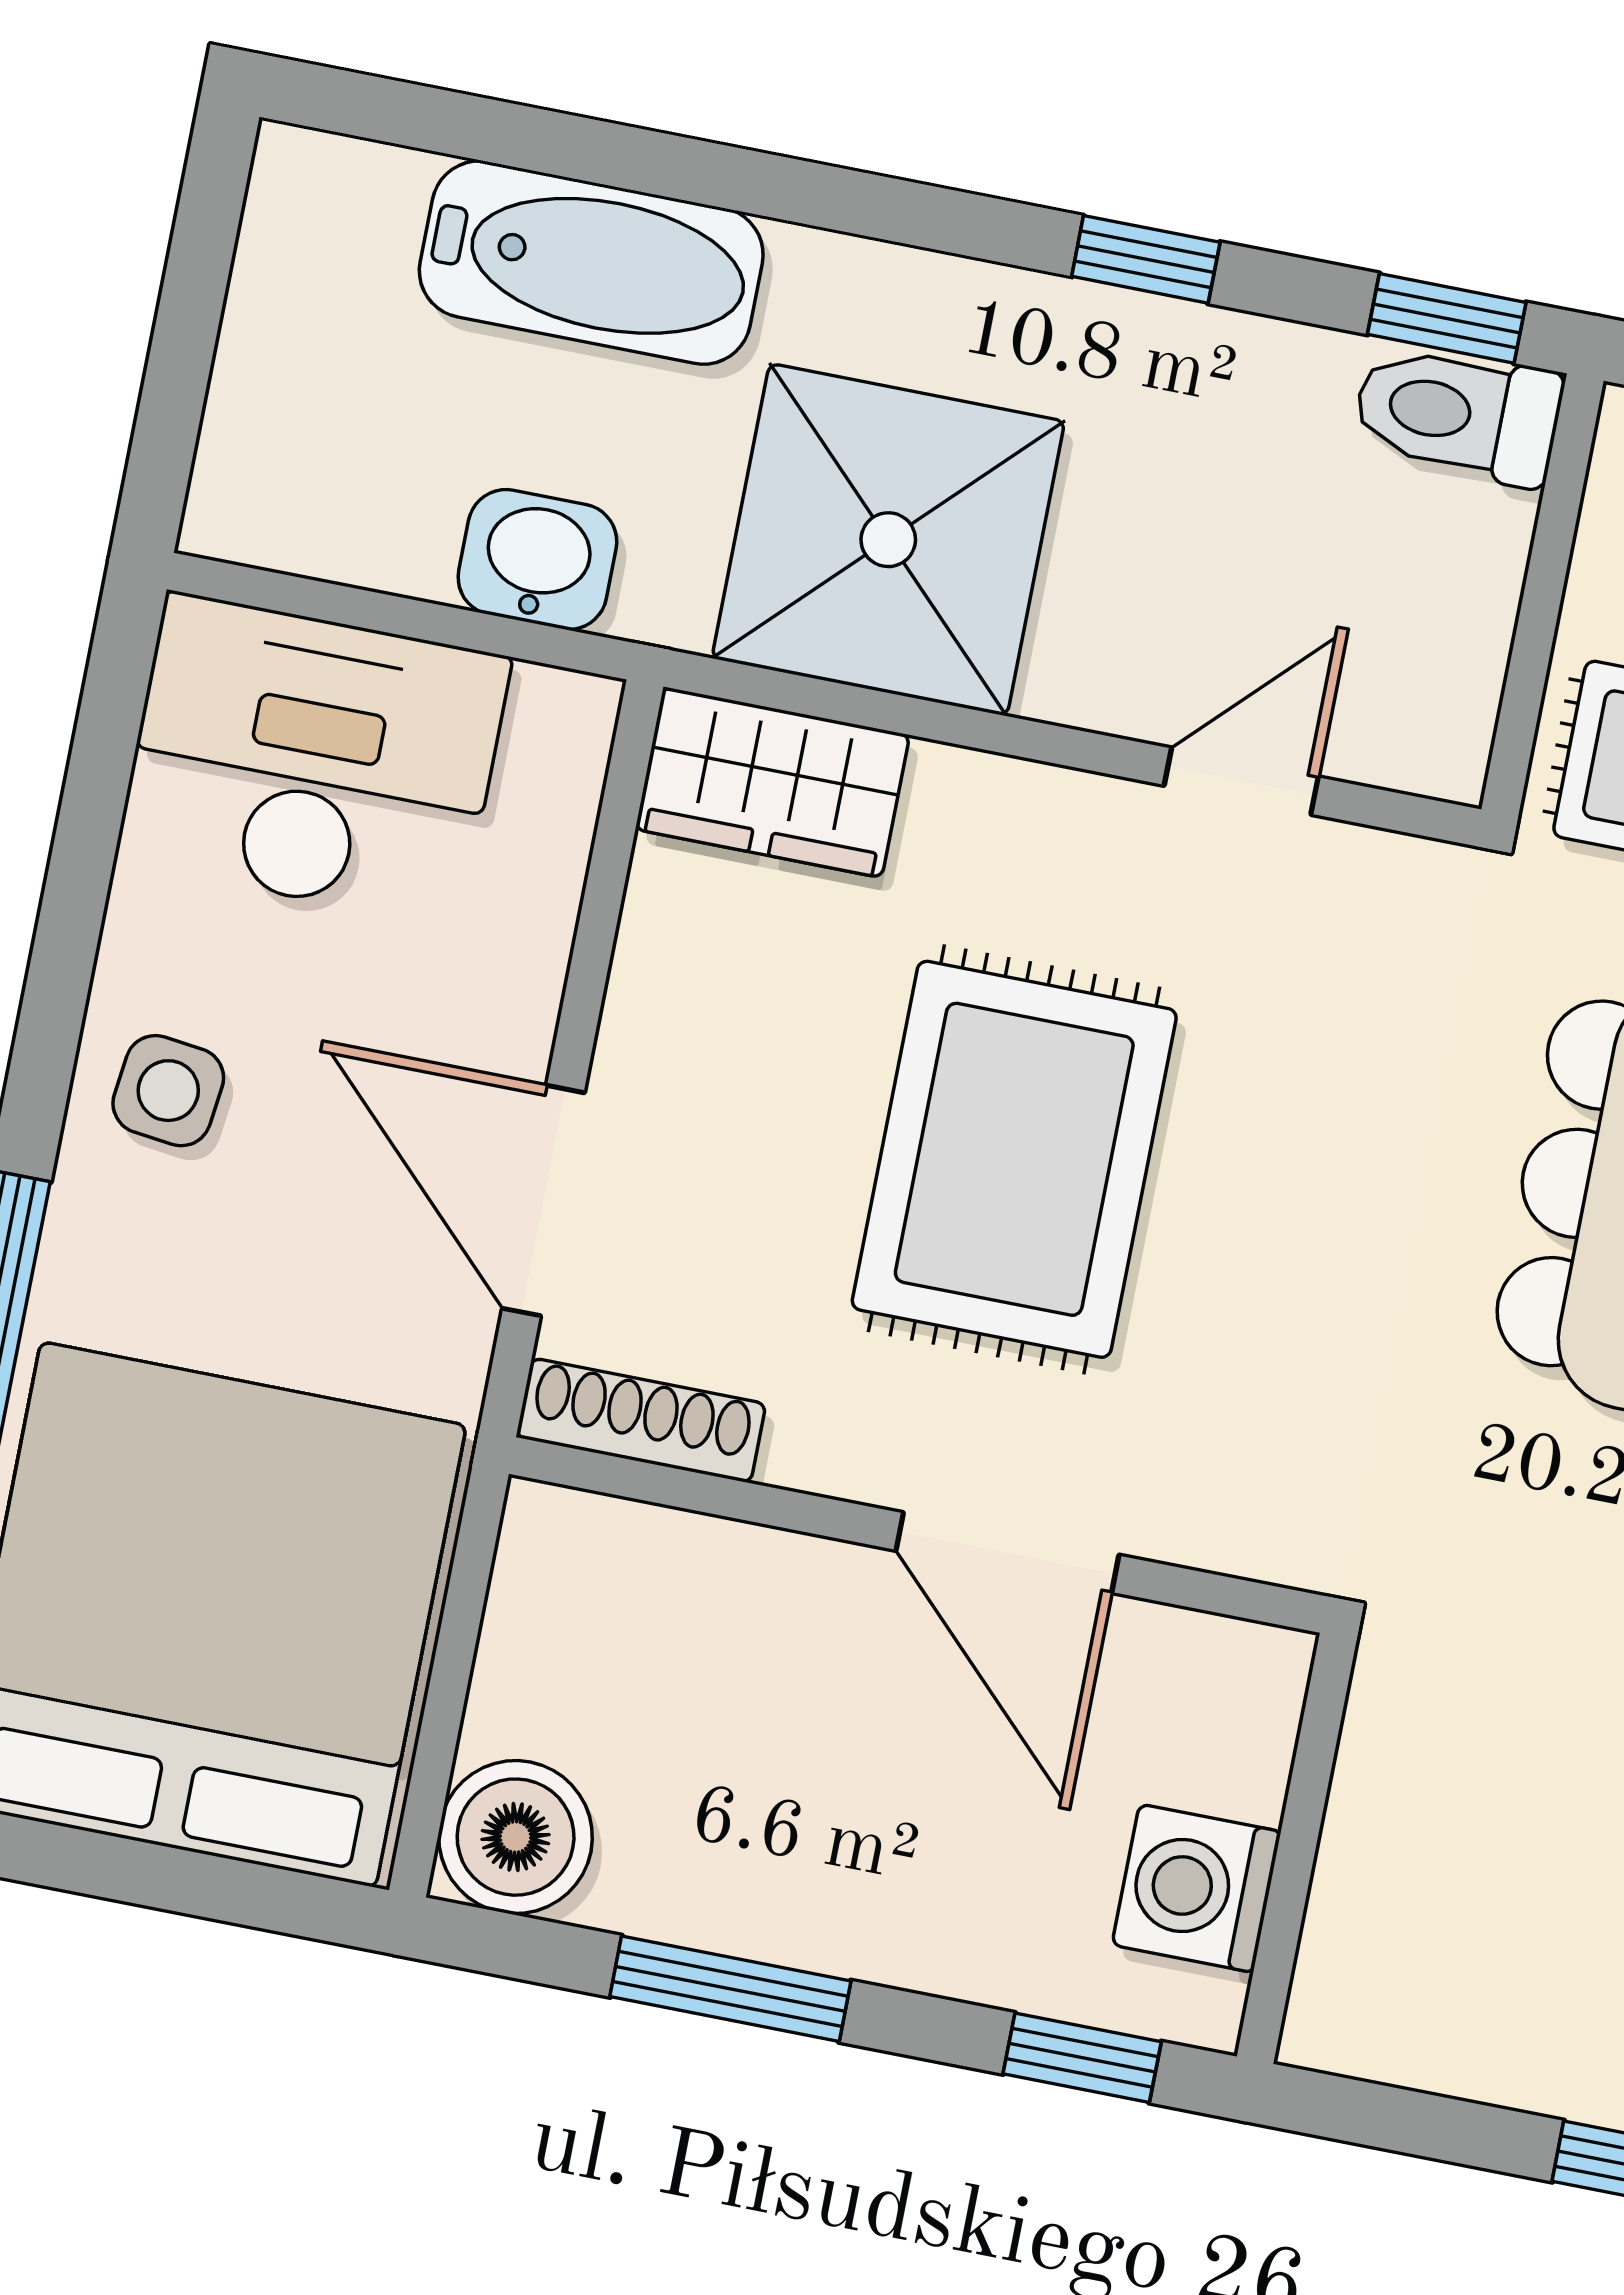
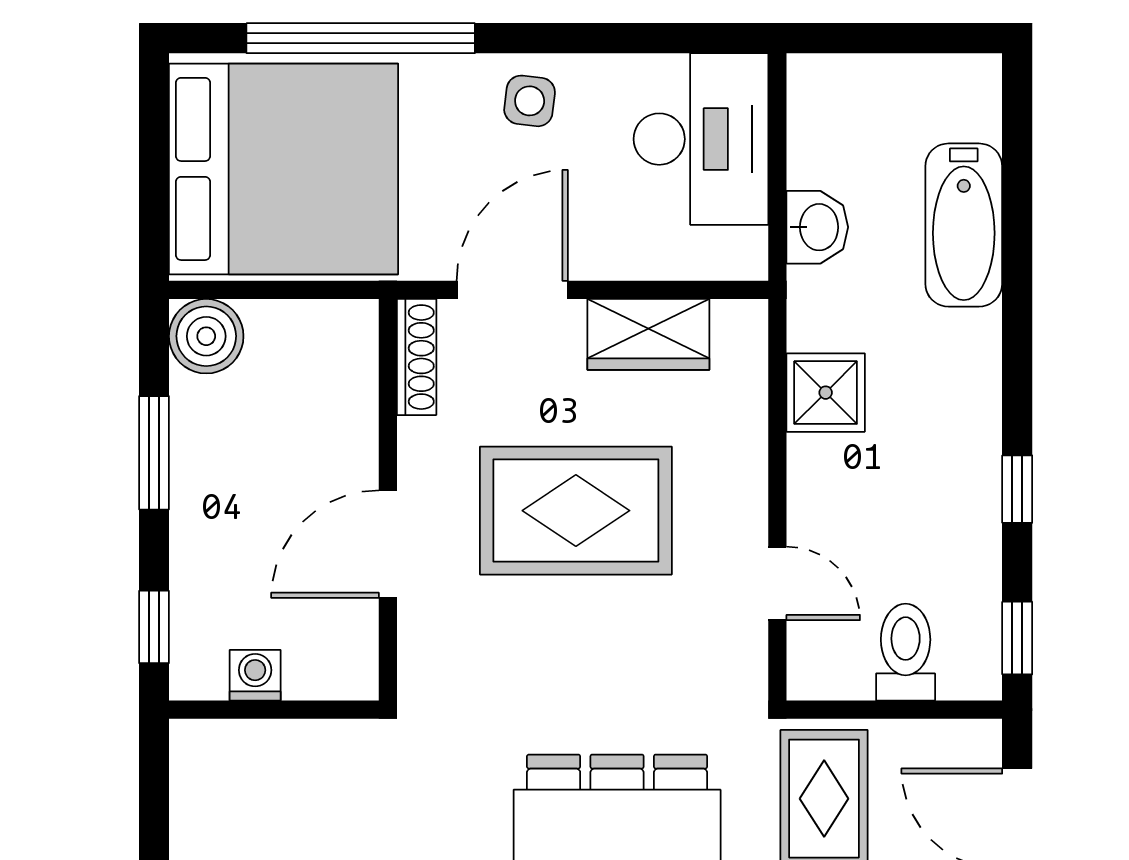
toilet: (1458, 414) -> (906, 652), moved
shower: (888, 540) -> (826, 393), width x0.54, depth x0.54
wardrobe: (772, 782) -> (648, 334), moved, turned -90
washing machine: (1196, 1888) -> (255, 675), width x0.73, depth x0.73

